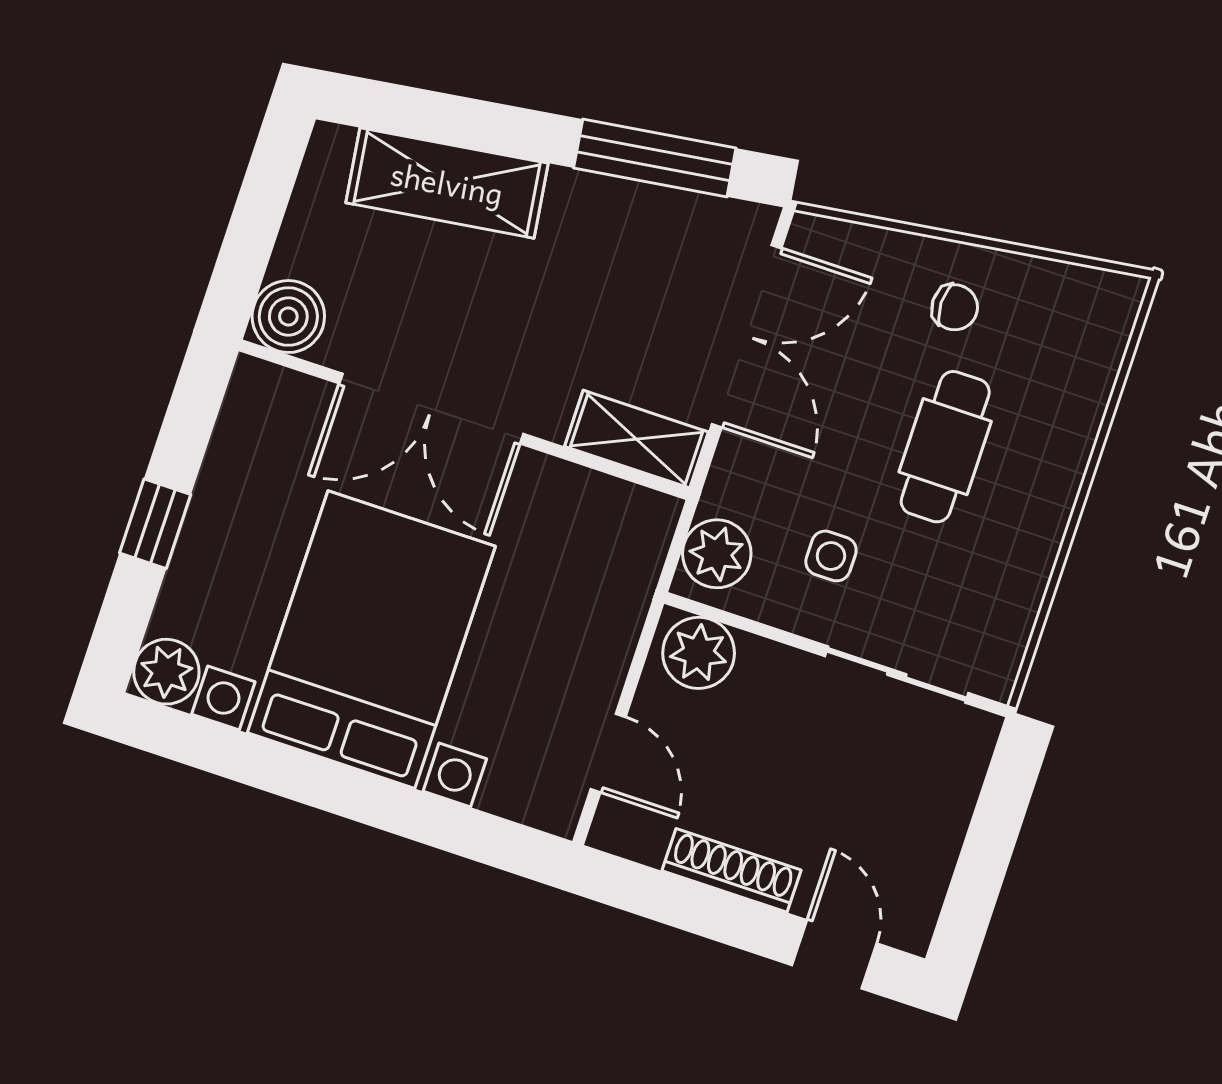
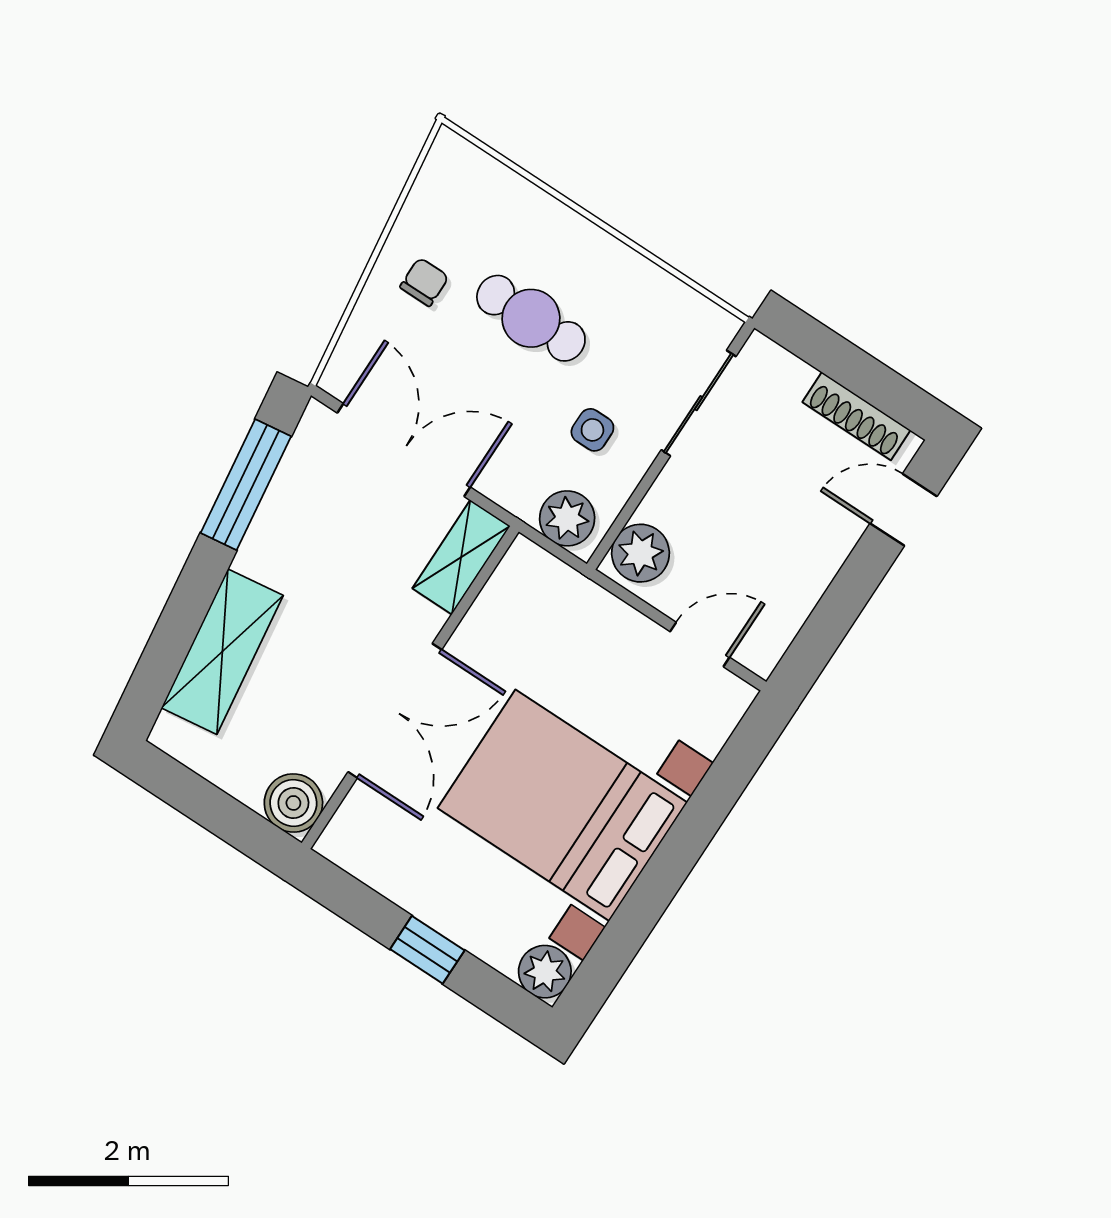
shoe rack: (732, 870) -> (856, 416), moved, turned -90

